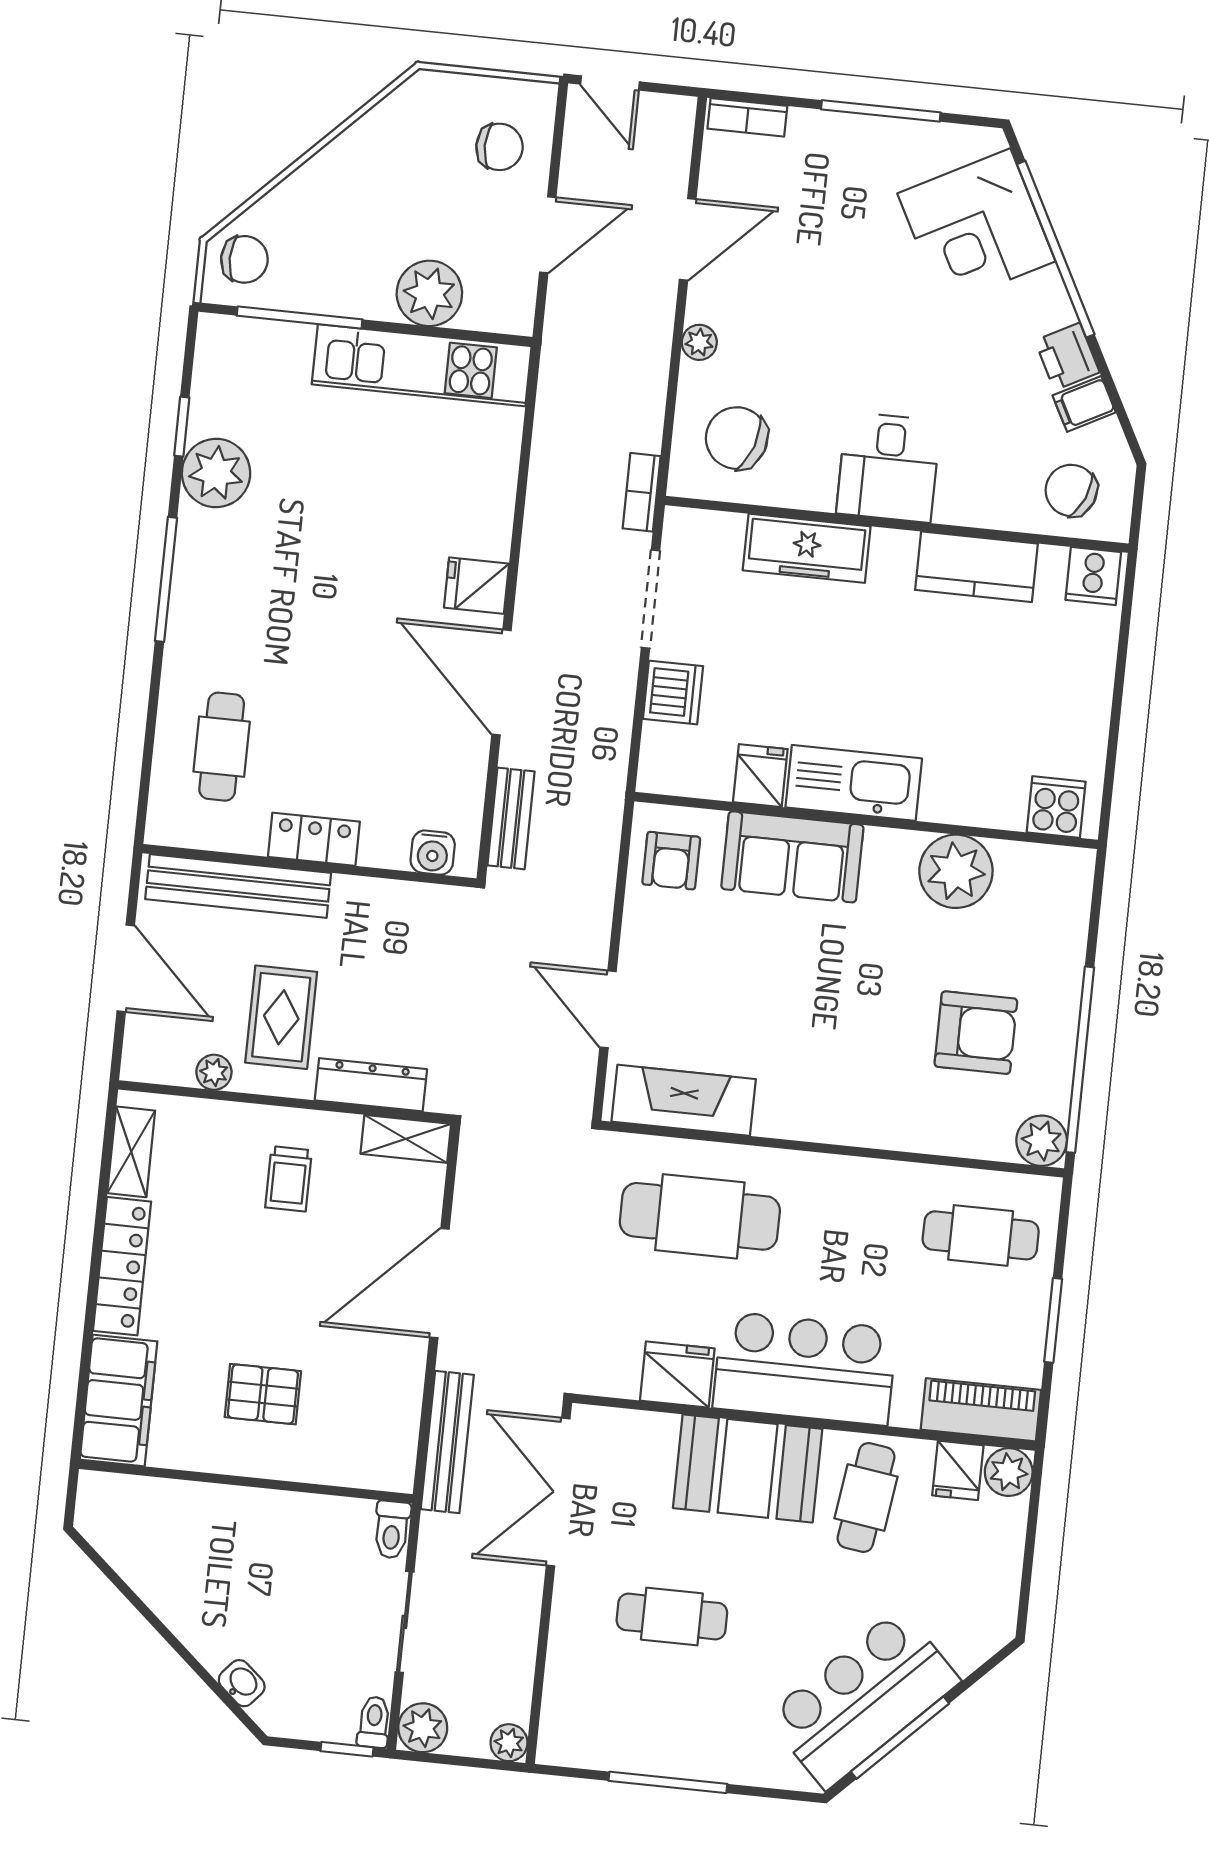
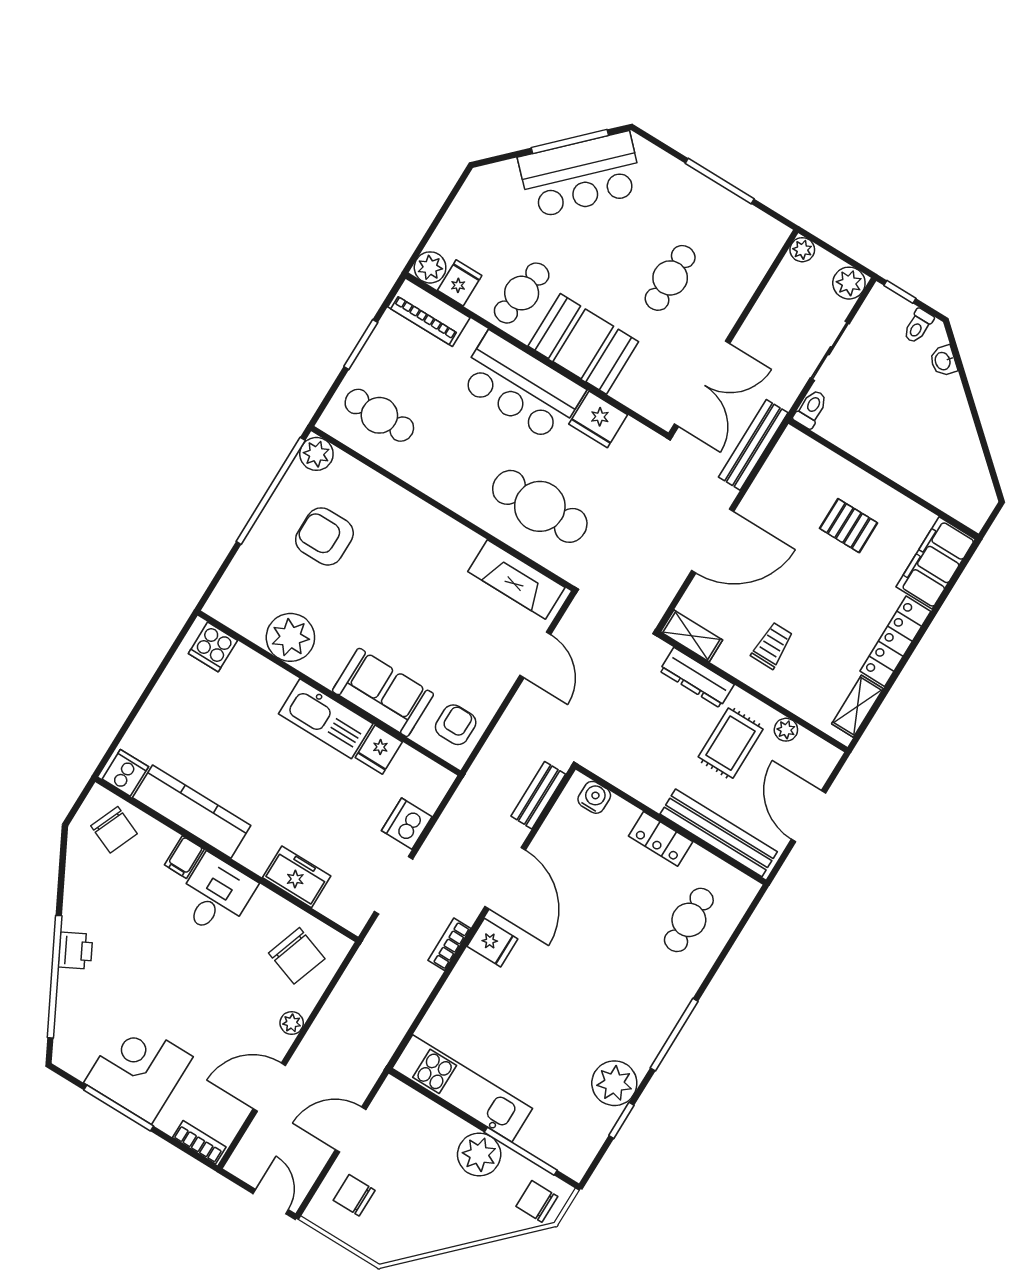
corner desk: (976, 227) -> (138, 1070), moved, turned -62
plant: (429, 293) -> (479, 1154), moved
printer: (1067, 356) -> (75, 951), moved
filing cabinet: (1084, 404) -> (184, 857), moved, turned 118
bookcase: (642, 492) -> (449, 944), moved, turned 180
freezer: (807, 548) -> (297, 877), width x0.71
kitchen counter: (976, 567) -> (192, 812), width x1.50
cafe table: (672, 1617) -> (670, 278), turned 90
toilet: (374, 1722) -> (918, 326), moved

